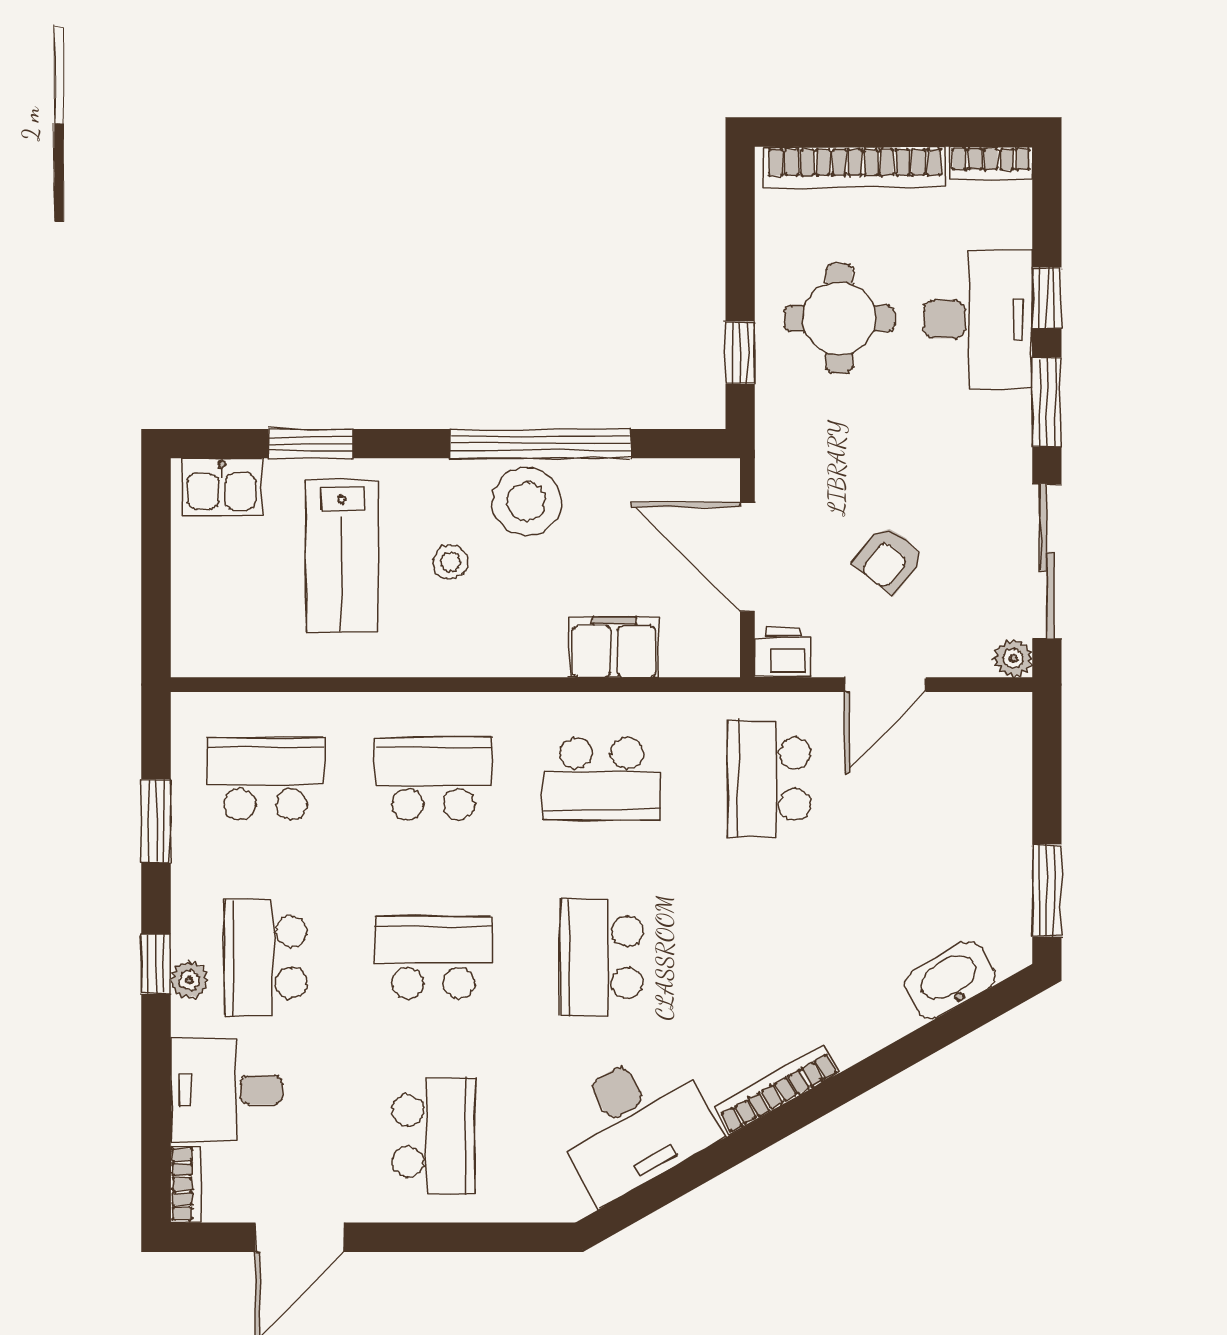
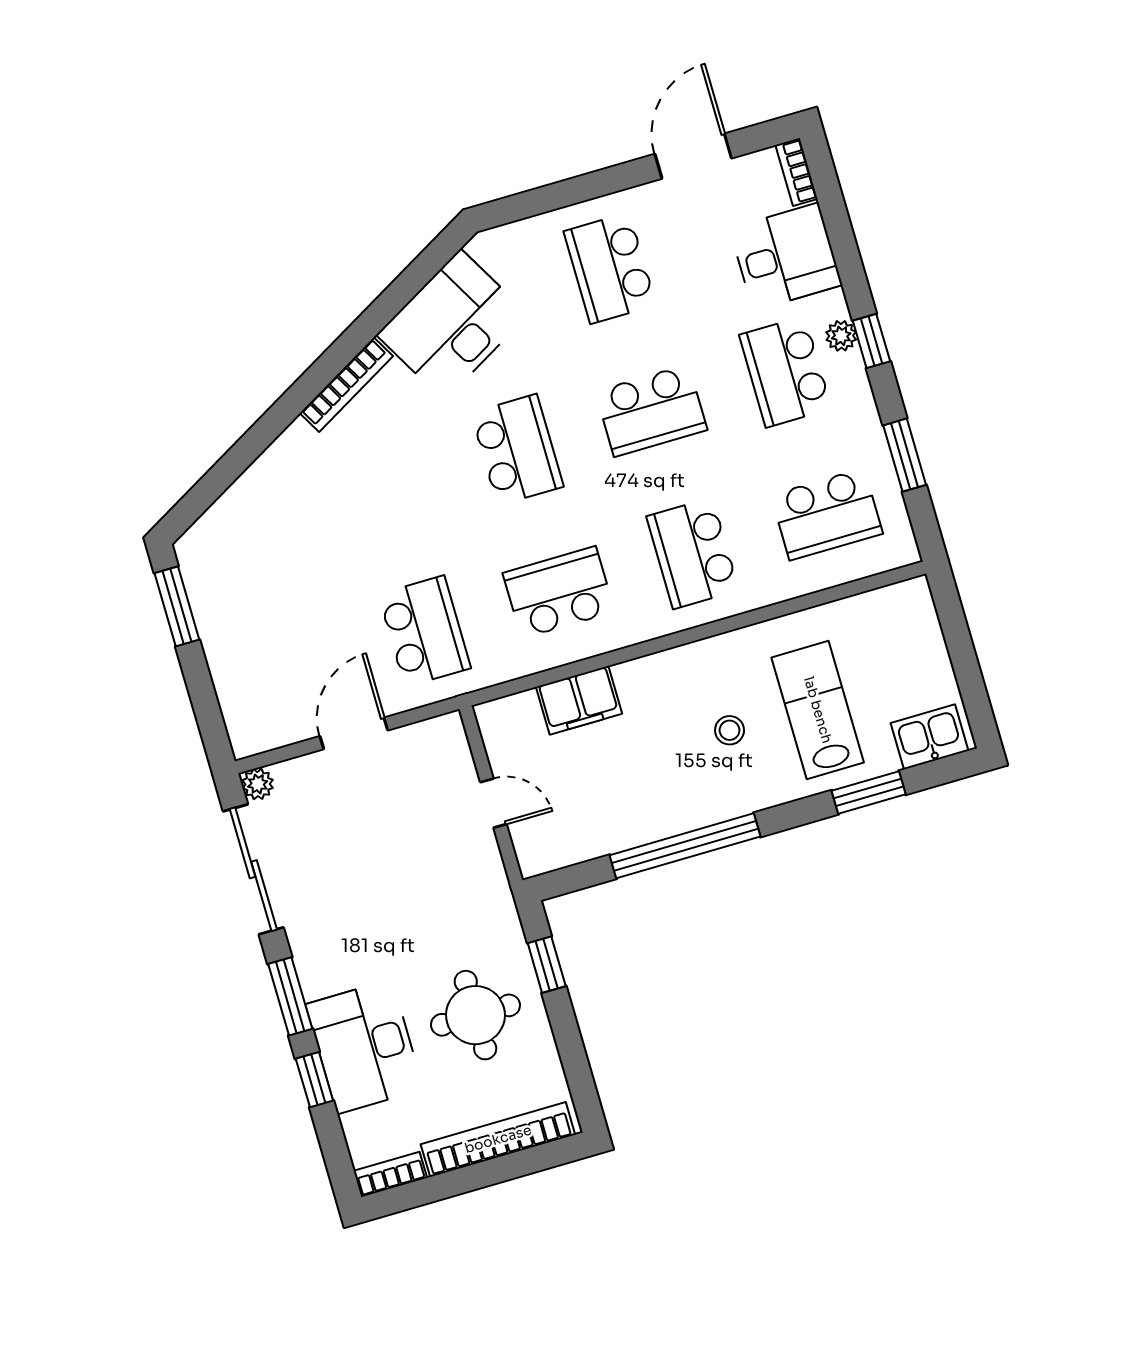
stool: (526, 502) -> (683, 796), removed
door: (747, 557) -> (493, 803), width x0.53
armchair: (889, 559) -> (380, 834), removed
printer: (783, 652) -> (443, 736), removed
school desk: (433, 779) -> (693, 553), turned 90
school desk: (266, 957) -> (785, 372), turned 180
washbasin: (950, 980) -> (233, 512), removed

